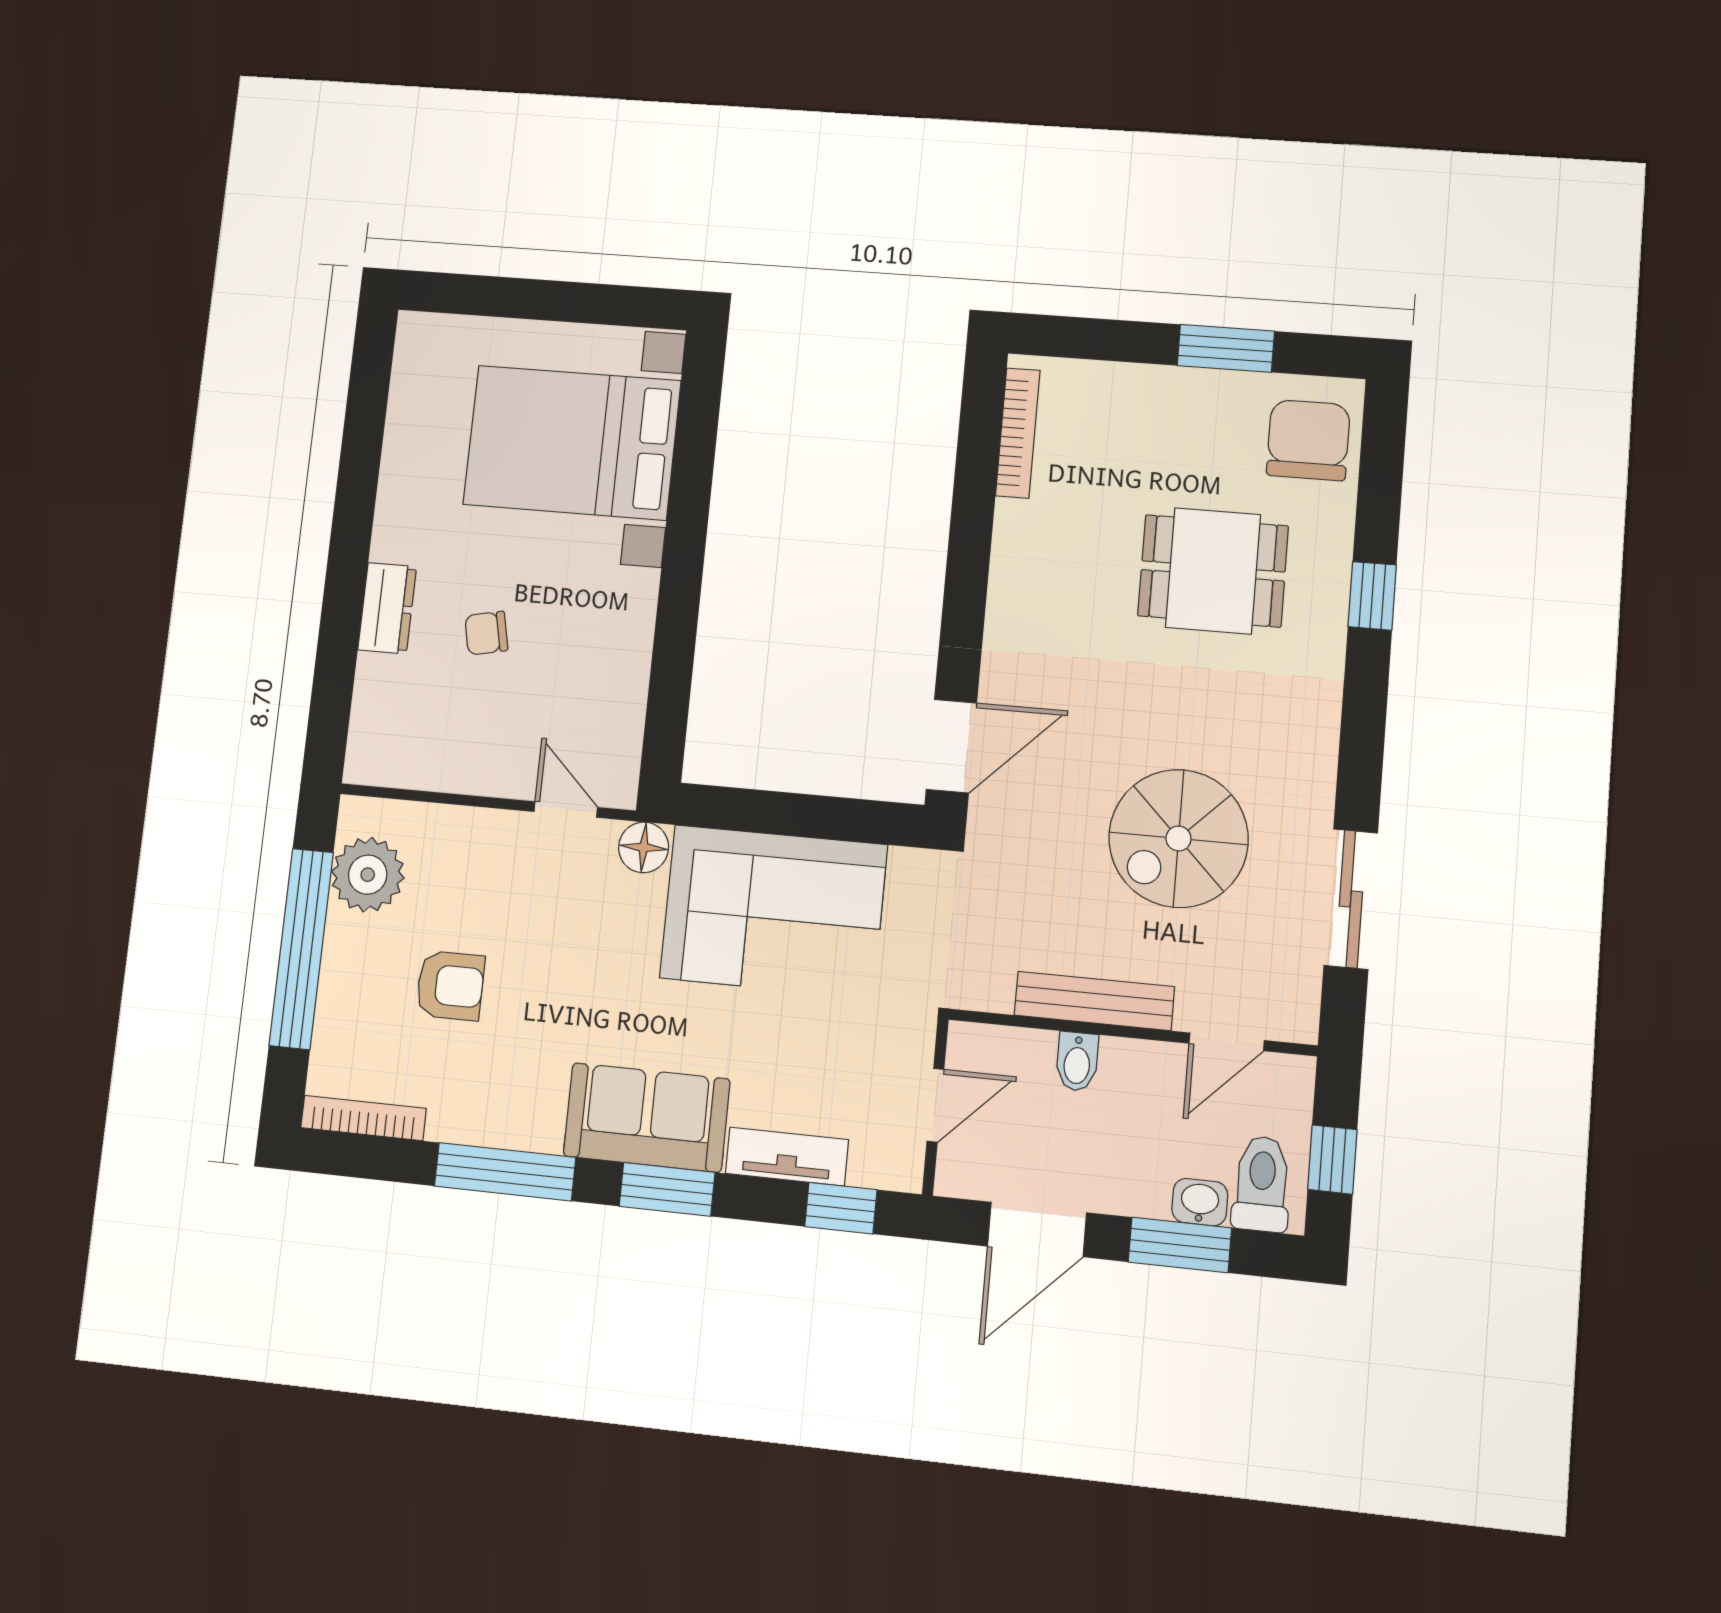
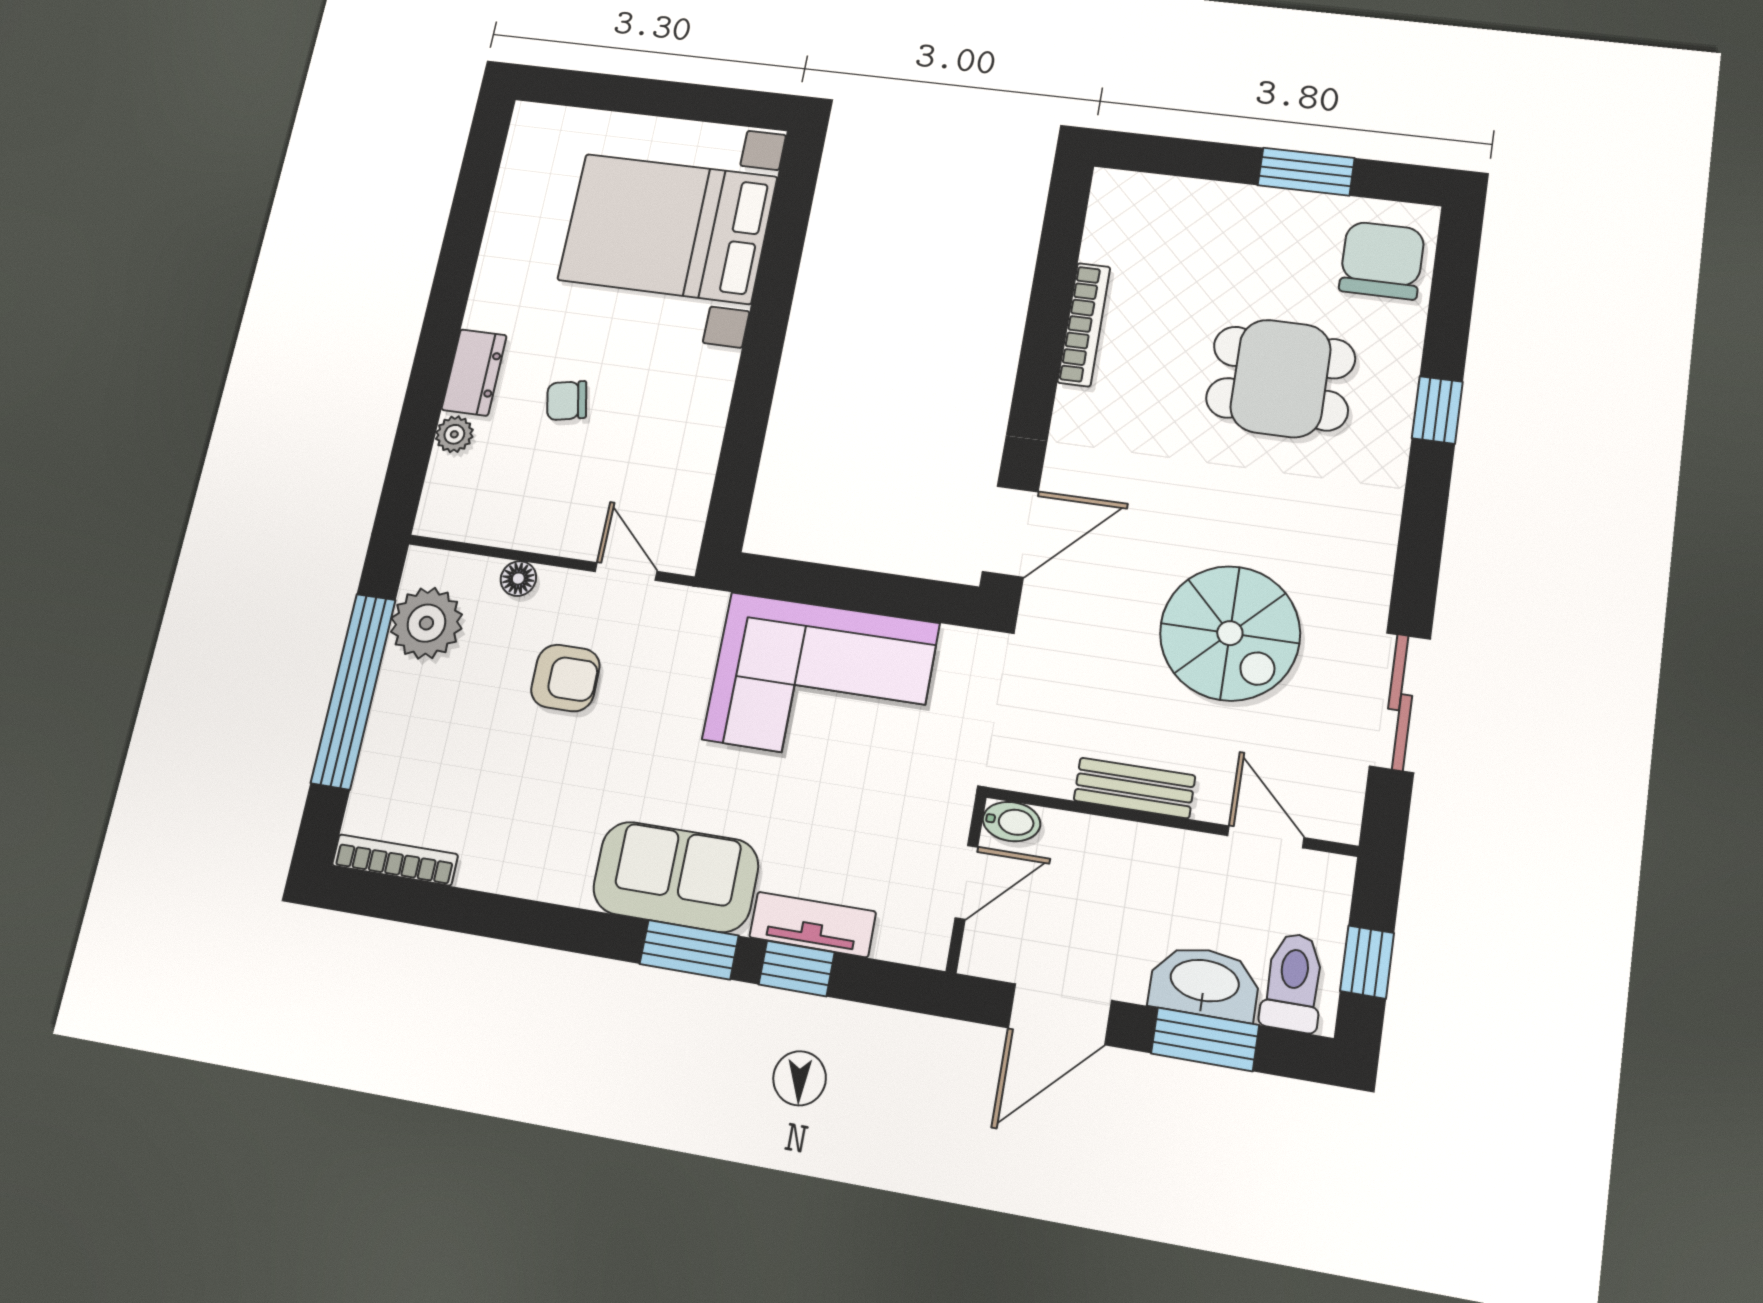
bookcase: (1018, 433) -> (1084, 324), moved
plant: (374, 675) -> (454, 434), added
spiral stairs: (1178, 838) -> (1230, 633), turned -90
floor lamp: (644, 847) -> (518, 579), moved, width x0.73, depth x0.73
armchair: (450, 986) -> (565, 678), moved
bench: (1094, 1001) -> (1134, 788), width x0.73
door: (1227, 1042) -> (1266, 837), swing flipped
bidet: (1077, 1062) -> (1012, 822), moved, turned -90
window: (505, 1172) -> (529, 922), removed
washbasin: (1200, 1202) -> (1204, 983), width x1.91, depth x1.45
window: (841, 1208) -> (797, 968), moved

